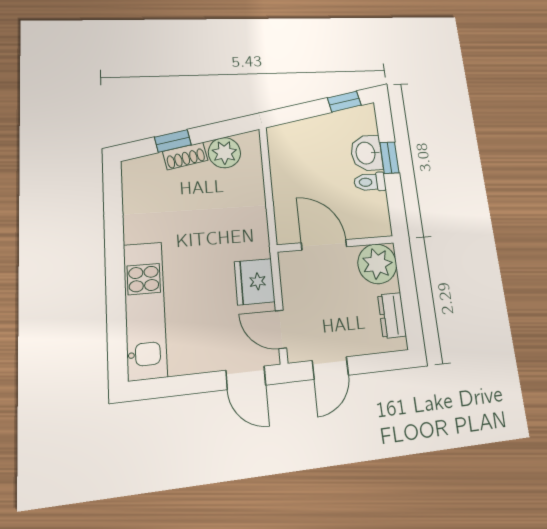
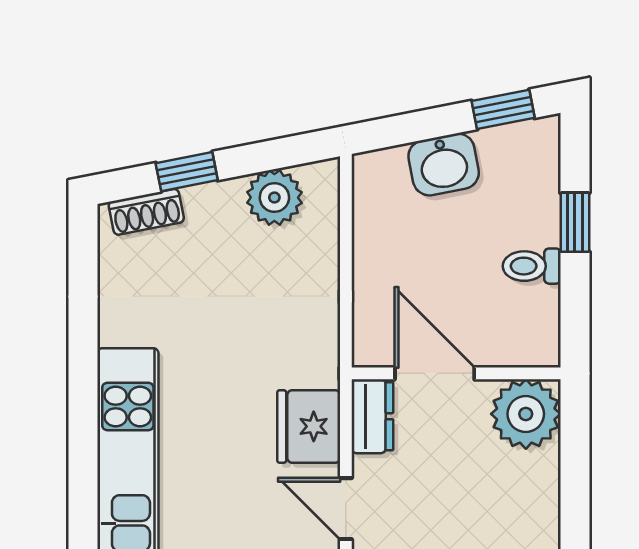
washbasin: (366, 153) -> (444, 164), moved, turned -101
shoe rack: (185, 156) -> (146, 212), moved
dresser: (392, 315) -> (372, 416), moved, turned 180

